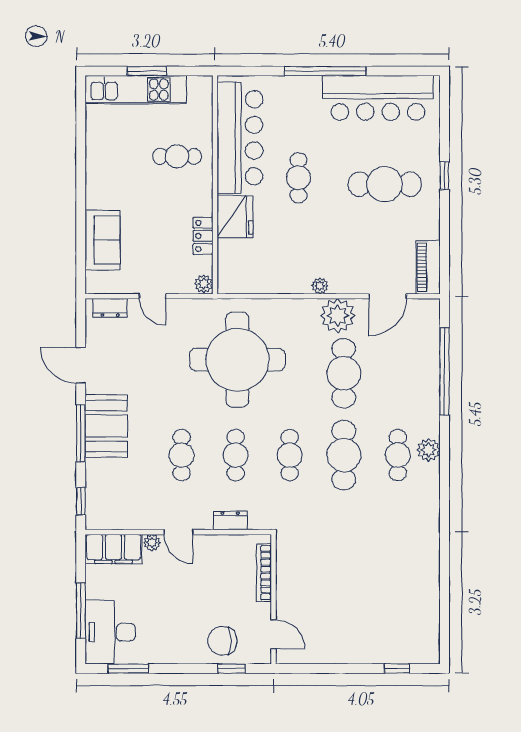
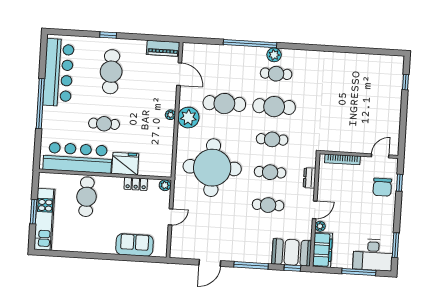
cafe table: (177, 156) -> (87, 197), width x1.37, depth x1.35
dresser: (110, 308) -> (176, 243), removed
plant: (338, 316) -> (188, 118), moved
window: (444, 371) -> (250, 44), moved
booth: (106, 426) -> (292, 252), moved

